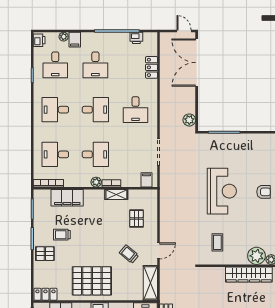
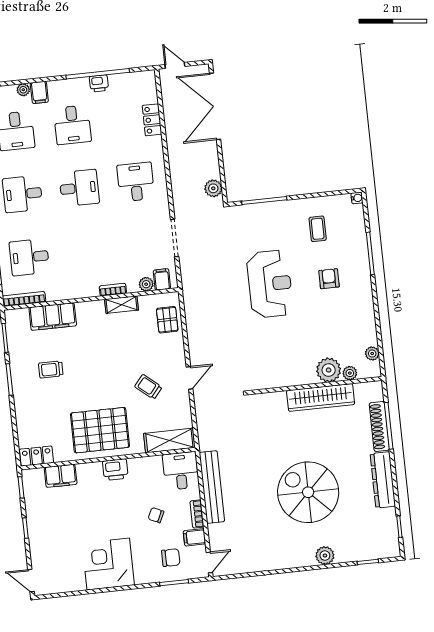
door: (184, 31) -> (175, 65), moved
printer: (136, 38) -> (99, 83), moved
desk: (135, 110) -> (136, 182), turned 180
desk: (95, 154) -> (86, 251), removed
plant: (96, 182) -> (146, 284), moved
armchair: (264, 192) -> (329, 279), turned -90
pallet: (136, 218) -> (167, 320), moved
coffee table: (217, 242) -> (318, 229), moved
pallet: (45, 254) -> (30, 399), removed
shelving: (150, 283) -> (169, 441), moved, turned 90

